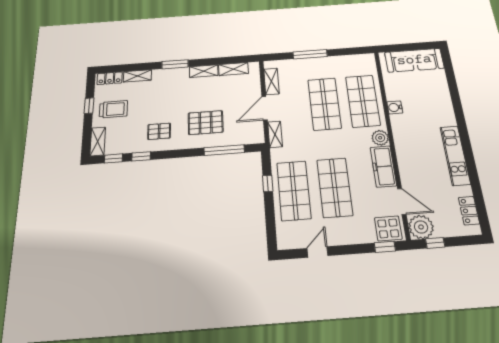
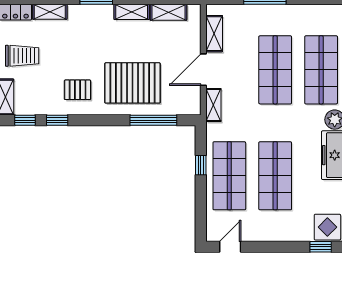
pallet: (206, 123) -> (133, 83), width x1.37, depth x1.41
door: (317, 252) -> (230, 247), moved

